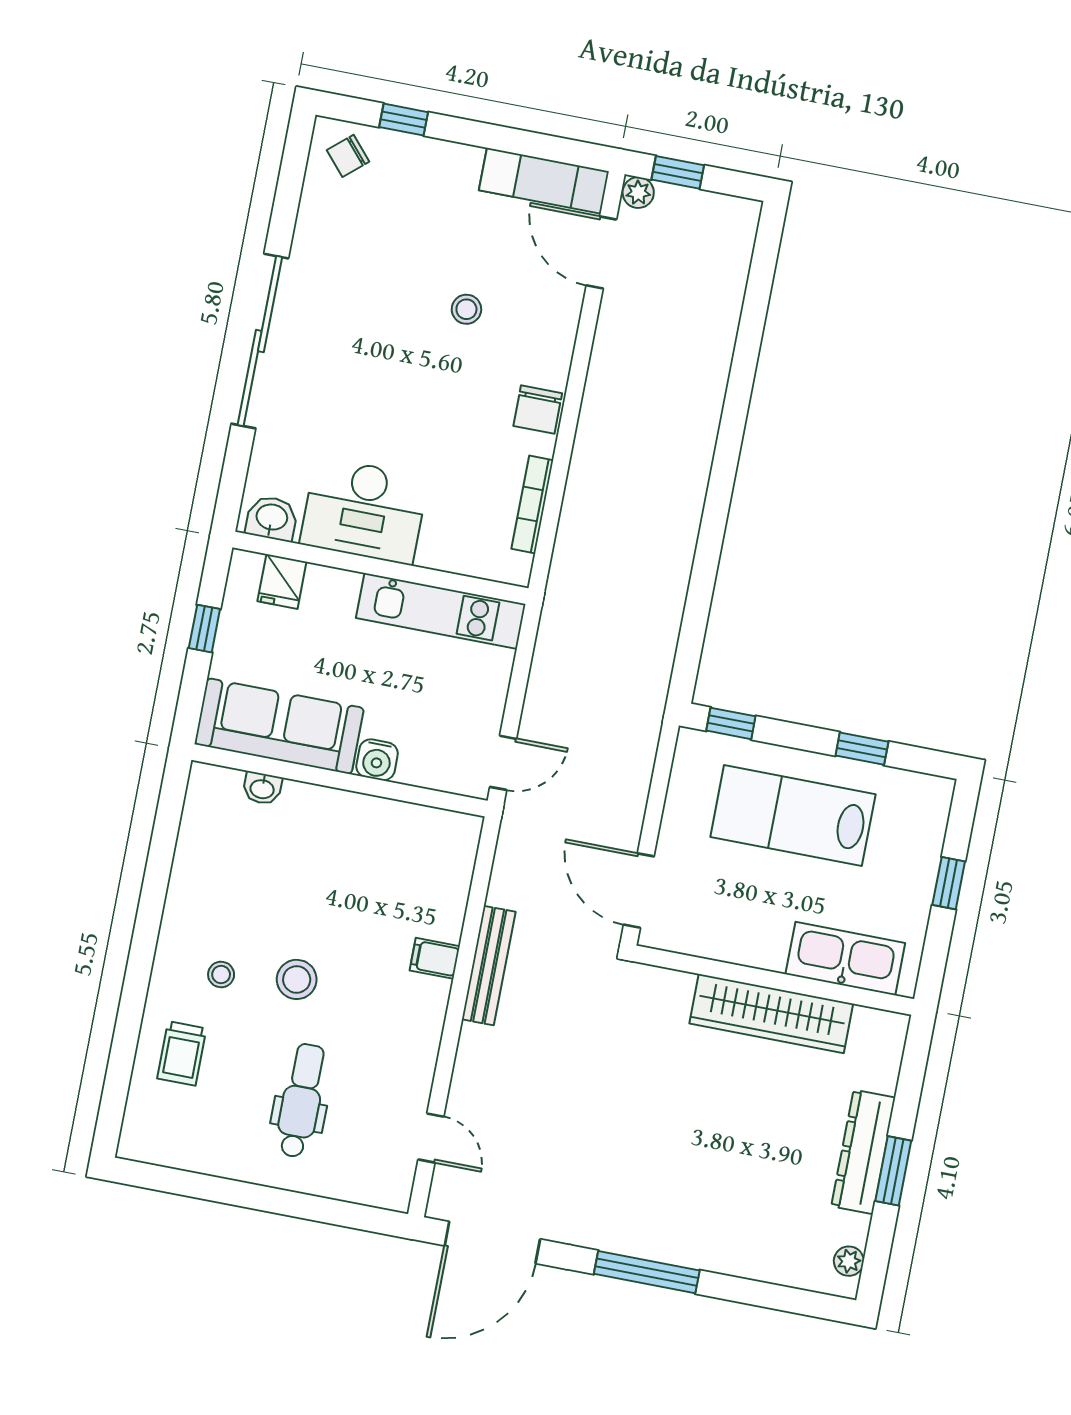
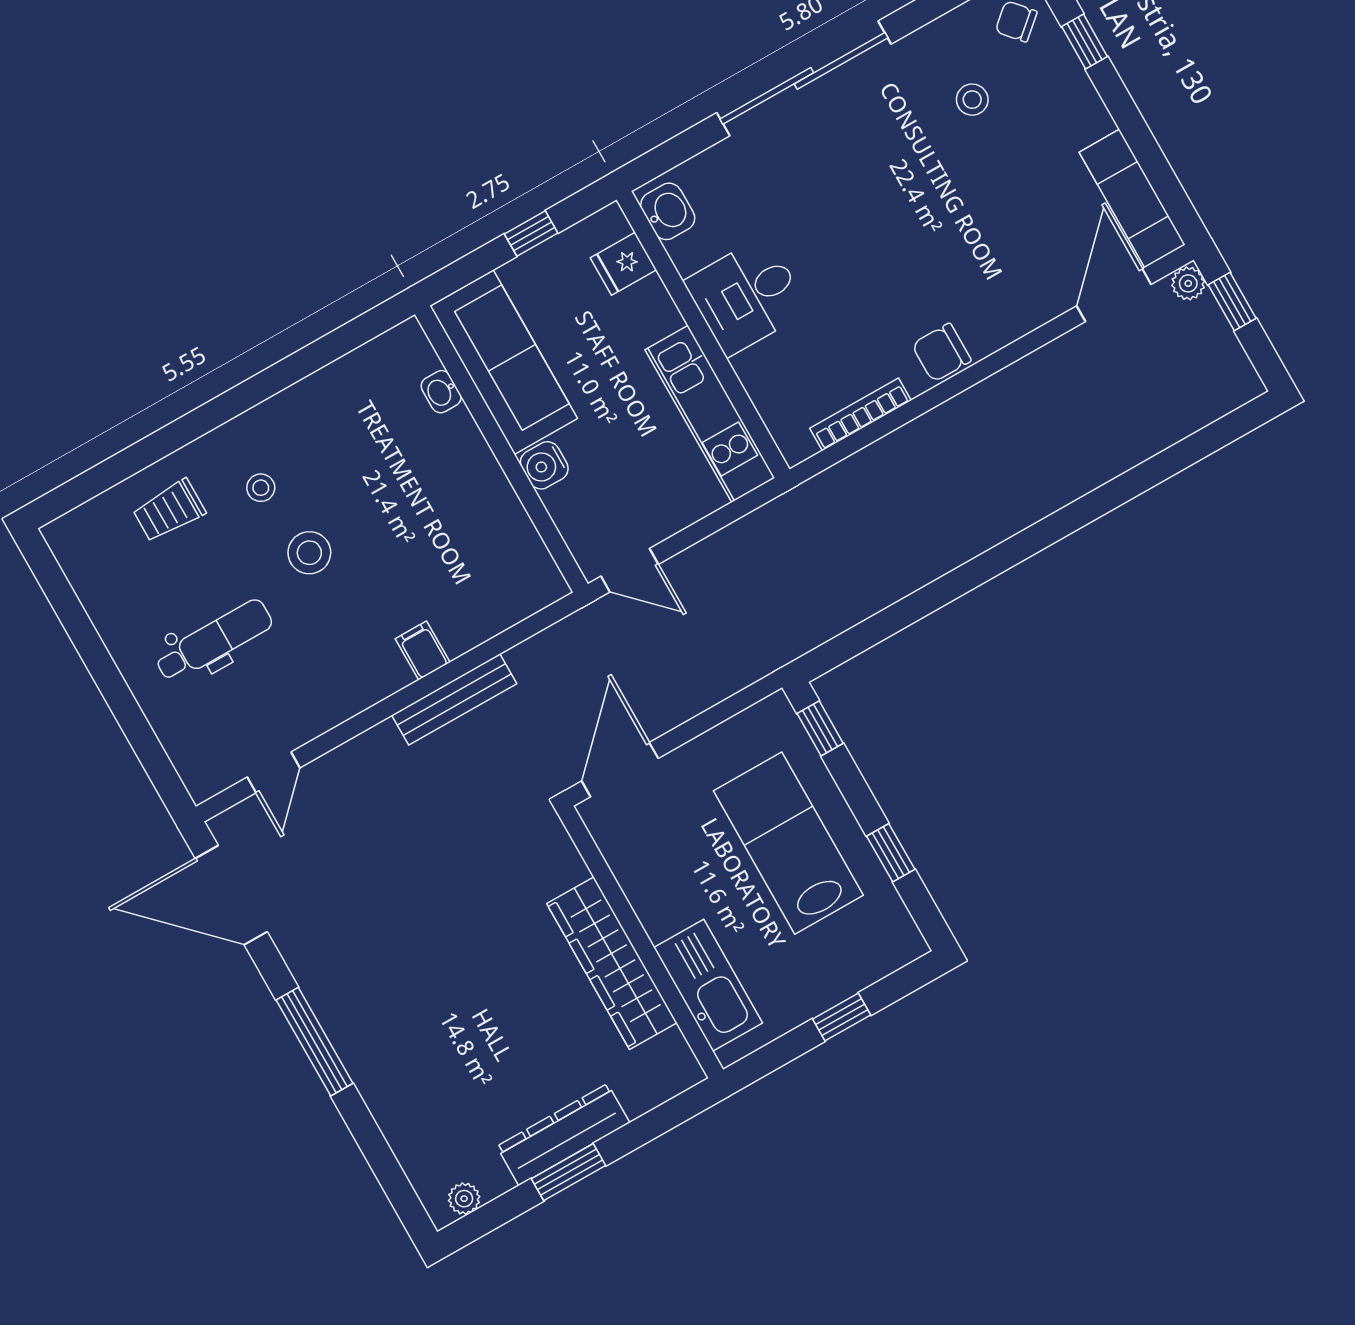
stool: (466, 309) -> (972, 100), moved
desk: (364, 511) -> (747, 296), width x0.73

